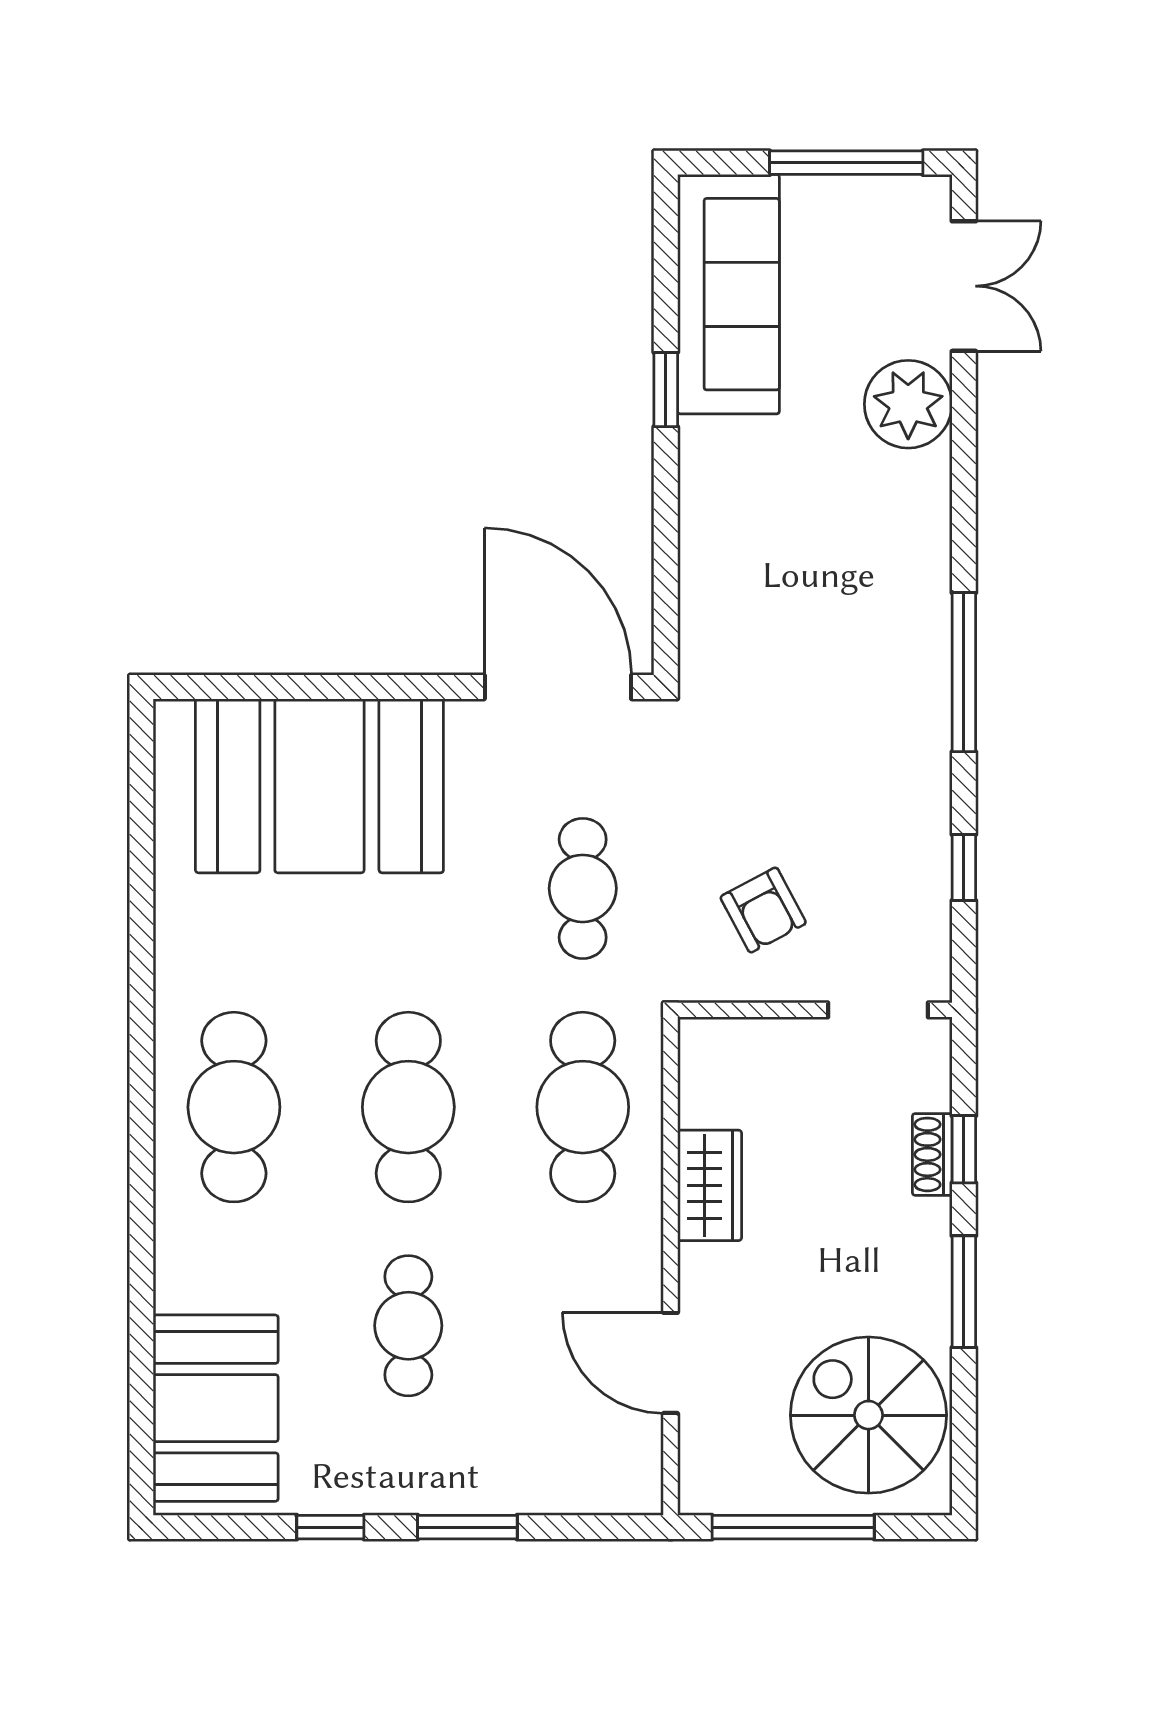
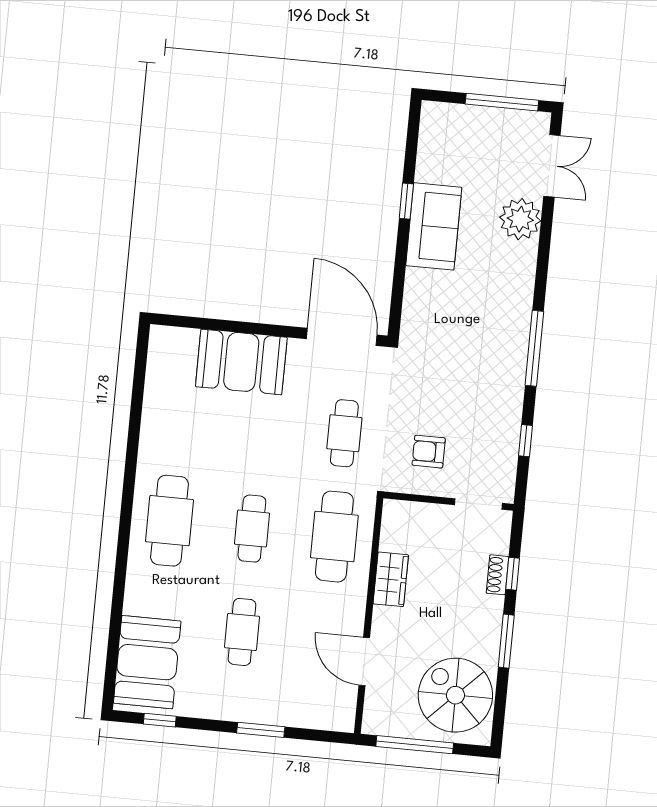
sofa: (728, 294) -> (434, 226), moved, width x0.73
booth: (319, 786) -> (241, 362), width x0.73, depth x0.70
armchair: (763, 910) -> (429, 452), turned 118
cafe table: (408, 1107) -> (252, 529), width x0.73, depth x0.74
window: (330, 1527) -> (160, 720), moved

